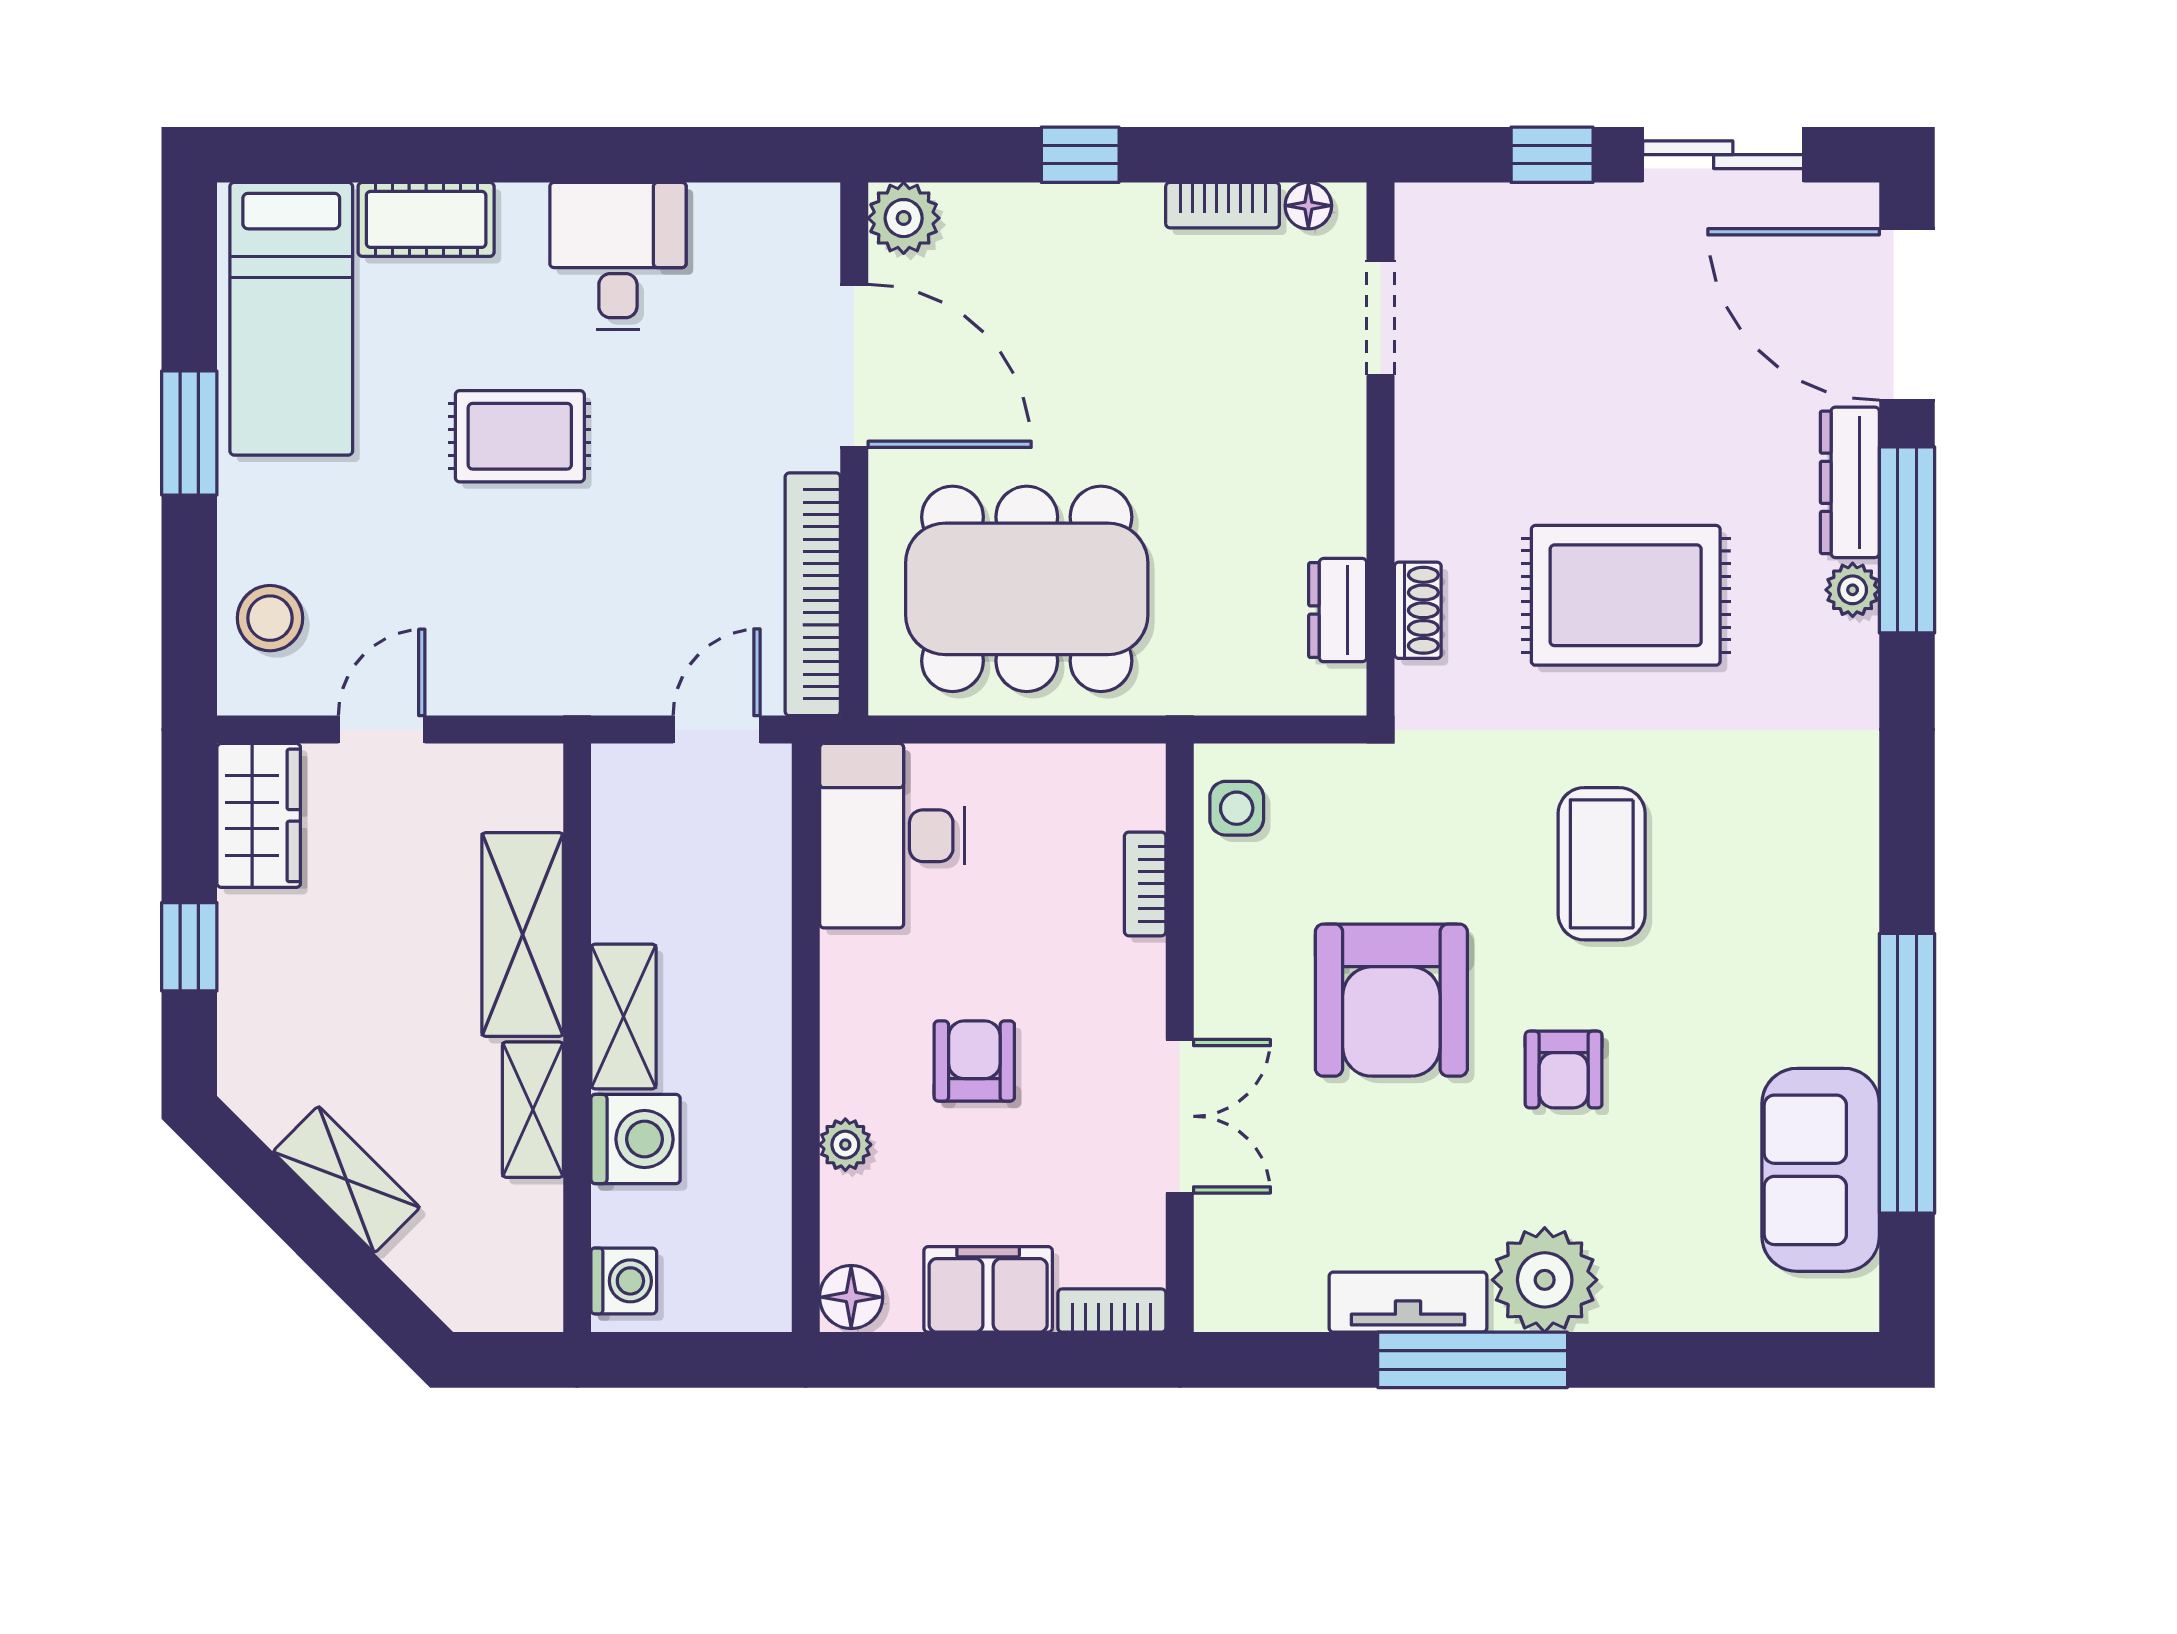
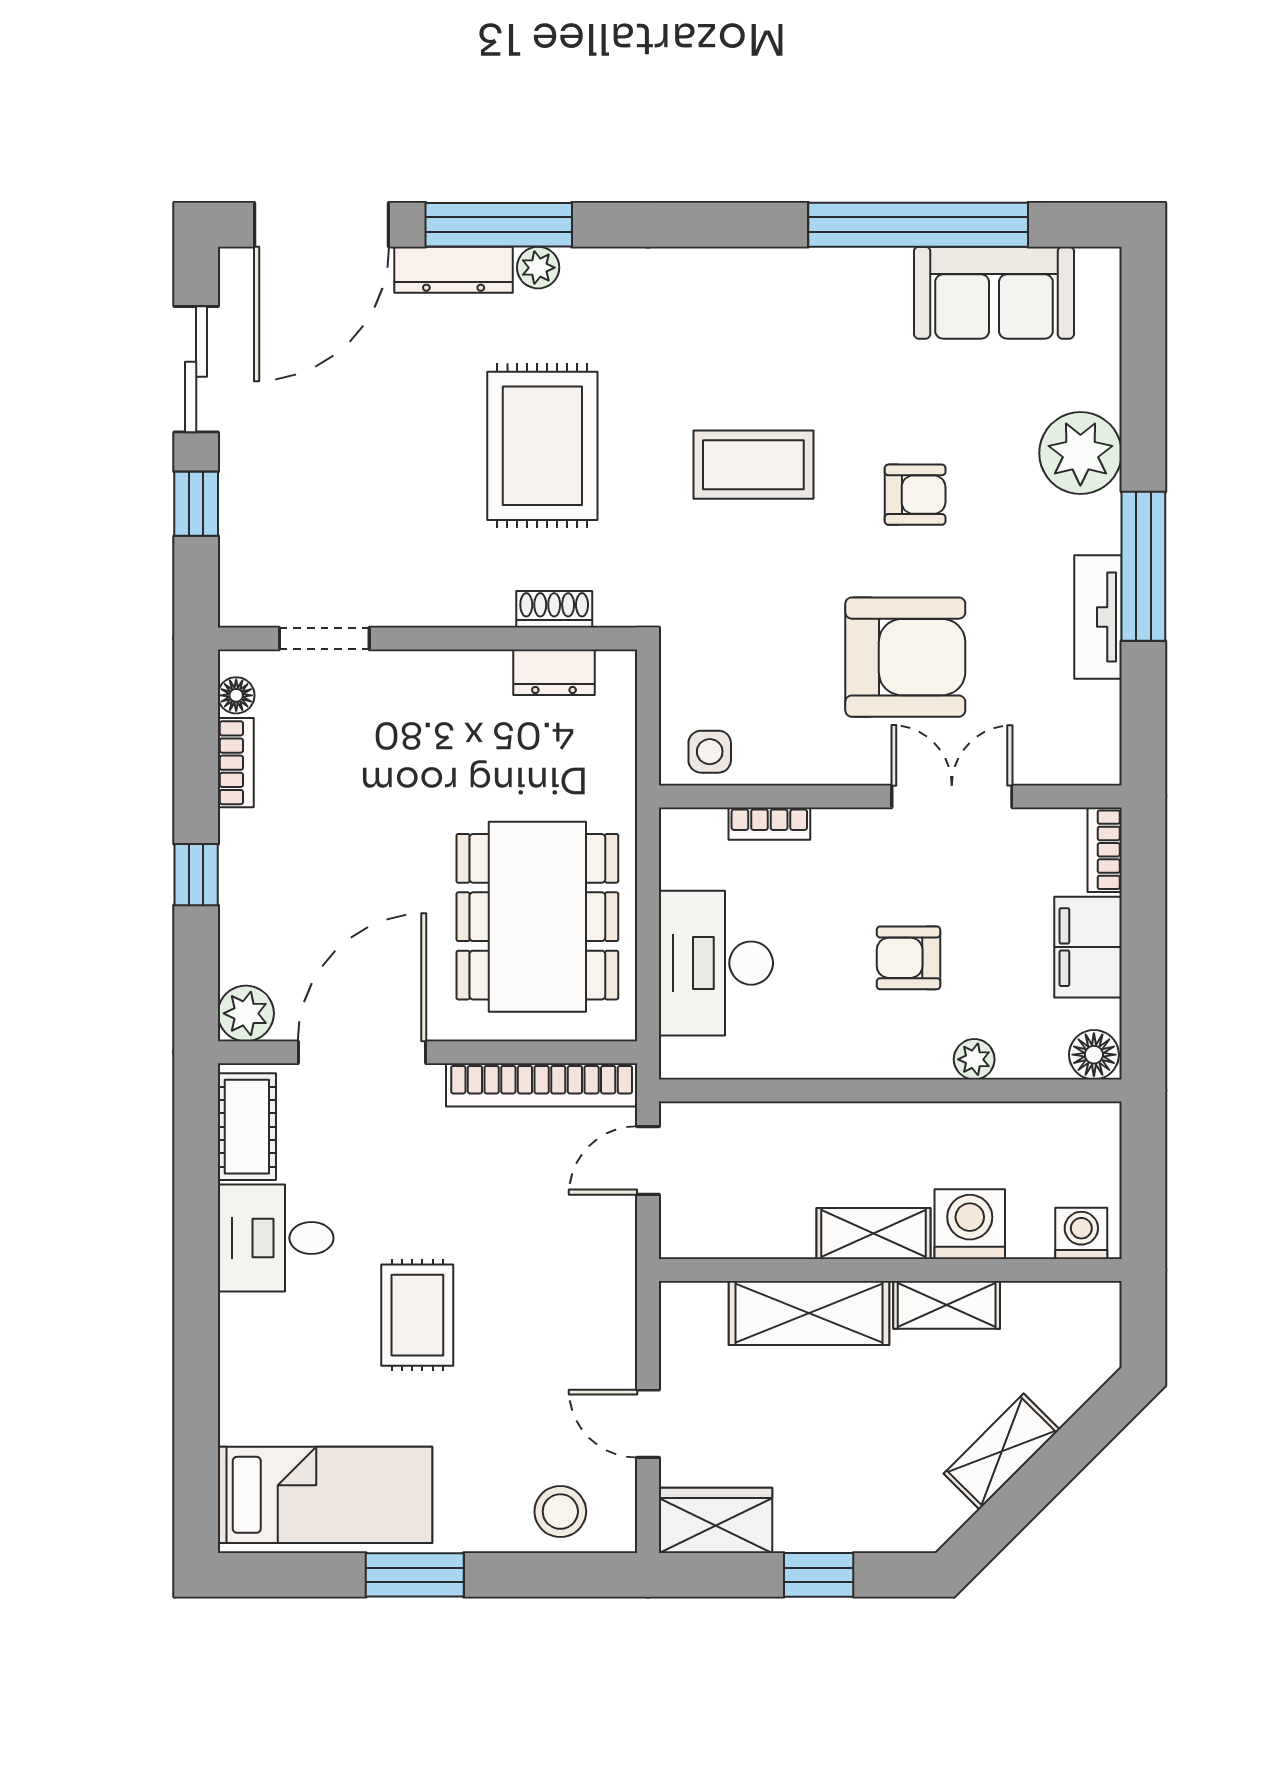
cot: (426, 219) -> (247, 1127), moved
door: (717, 730) -> (648, 1160), hinge flipped
desk: (892, 836) -> (716, 963), moved, turned 90
armchair: (1391, 1000) -> (905, 657), moved
plant: (1545, 1280) -> (1080, 453), moved

